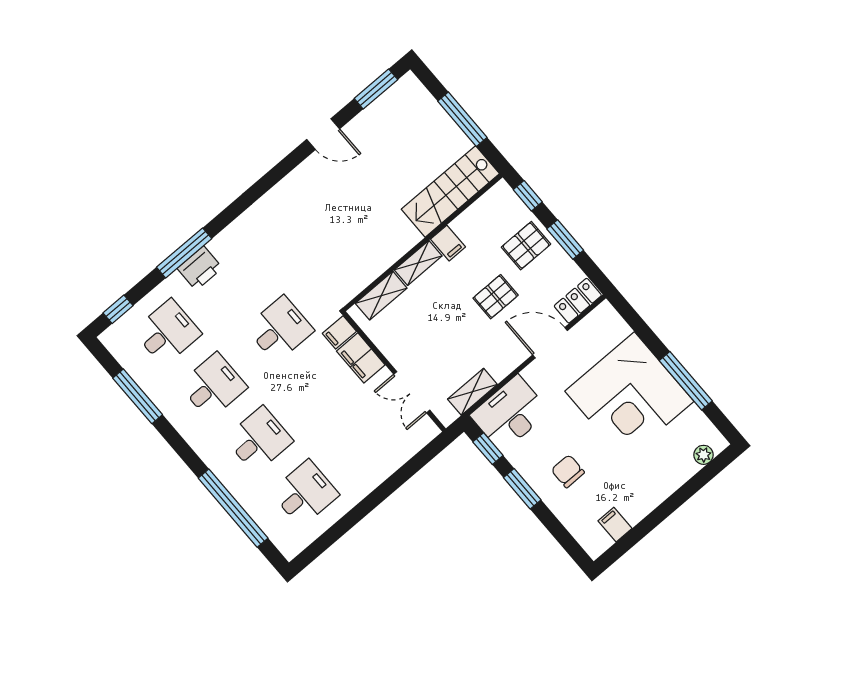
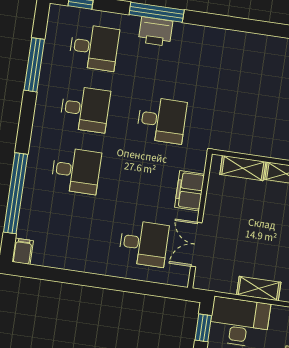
filing cabinet: (339, 332) -> (23, 251), moved, turned 90
shelving: (472, 392) -> (259, 288), moved
desk: (305, 493) -> (144, 243), moved

